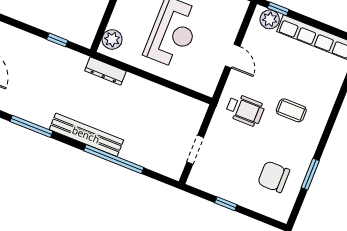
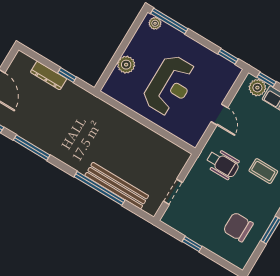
plant: (112, 39) -> (126, 65), moved
dresser: (105, 71) -> (49, 76), moved
bench: (86, 135) -> (117, 186), moved

